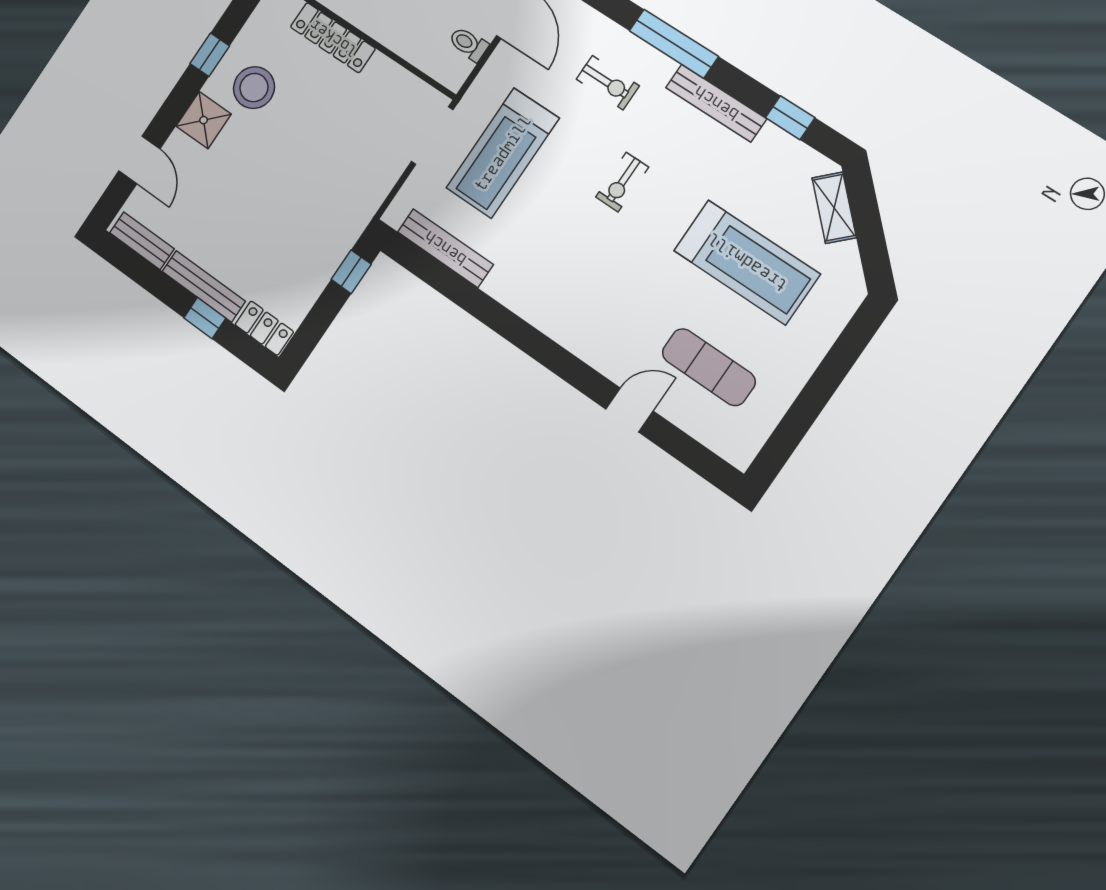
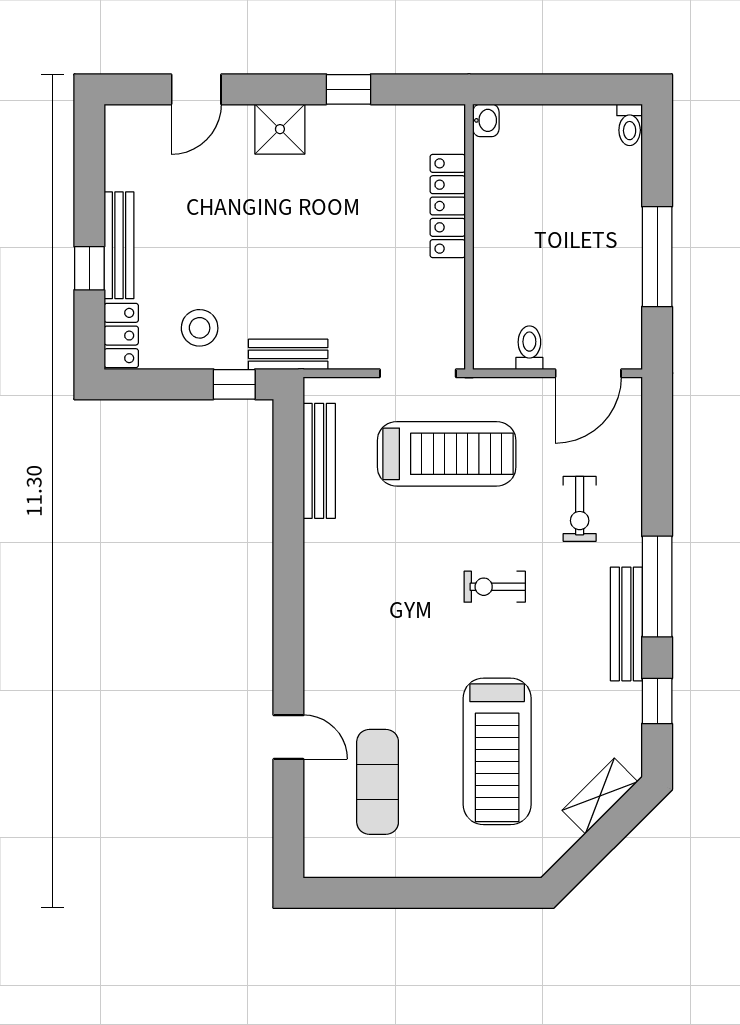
window: (674, 44) -> (657, 587), moved
stool: (254, 88) -> (200, 328), moved, width x0.73, depth x0.73
treadmill: (503, 153) -> (447, 454), turned 180
bench: (142, 241) -> (288, 354), moved, turned 90

